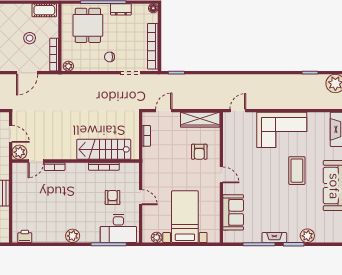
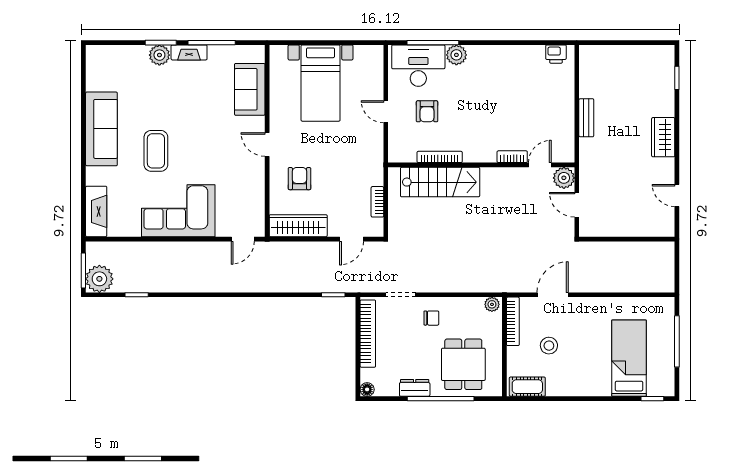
plant: (73, 236) -> (456, 55), moved
plant: (307, 236) -> (159, 55), moved
plant: (157, 237) -> (362, 53), removed

